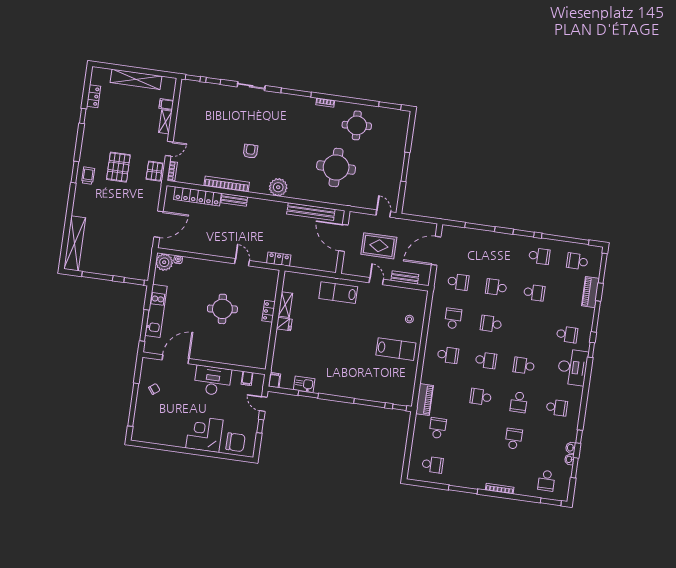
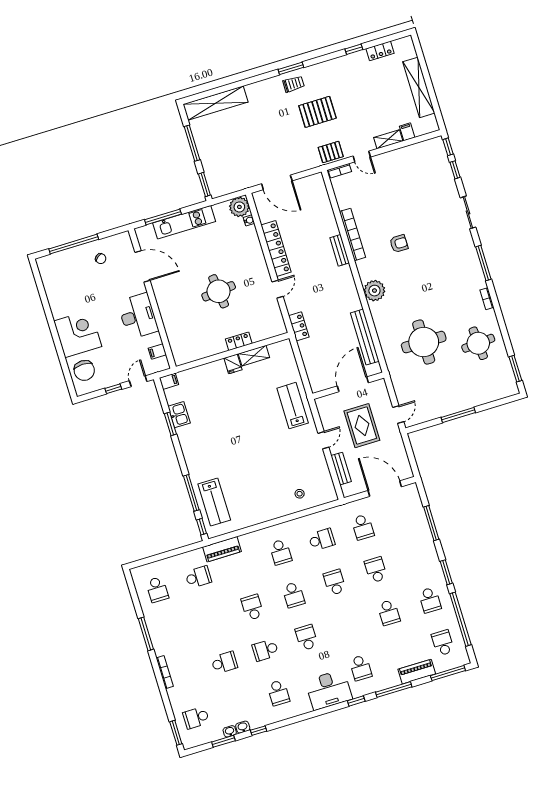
locker: (197, 196) -> (276, 248), moved, turned 180
lab bench: (396, 349) -> (214, 502), moved

